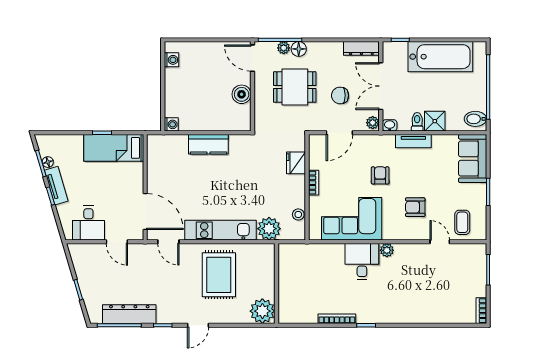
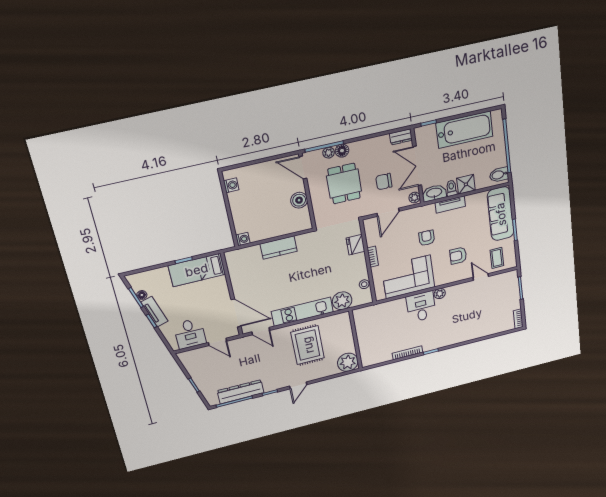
dresser: (361, 48) -> (401, 137), width x0.70
dining table: (295, 87) -> (344, 184), turned 90
washbasin: (390, 125) -> (434, 193), width x1.91, depth x1.45
sofa: (473, 159) -> (501, 214), width x1.36

